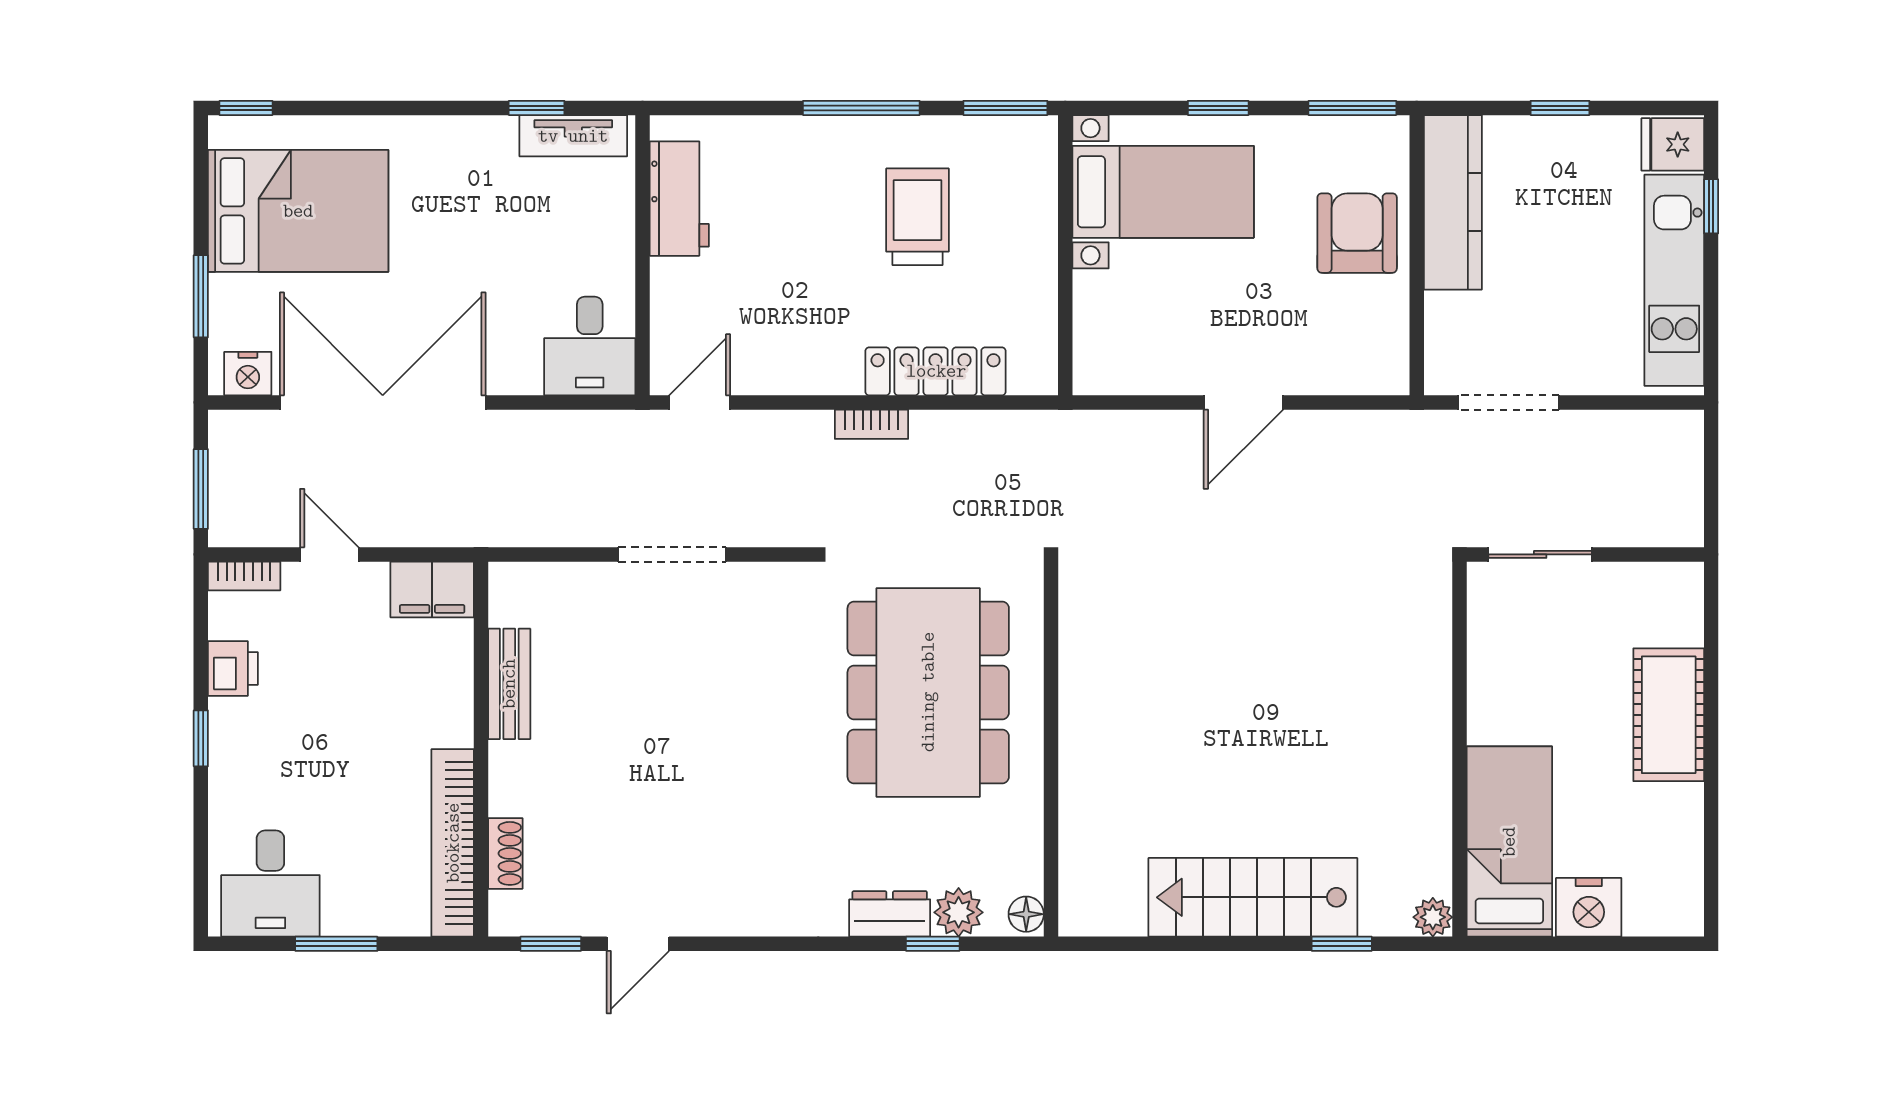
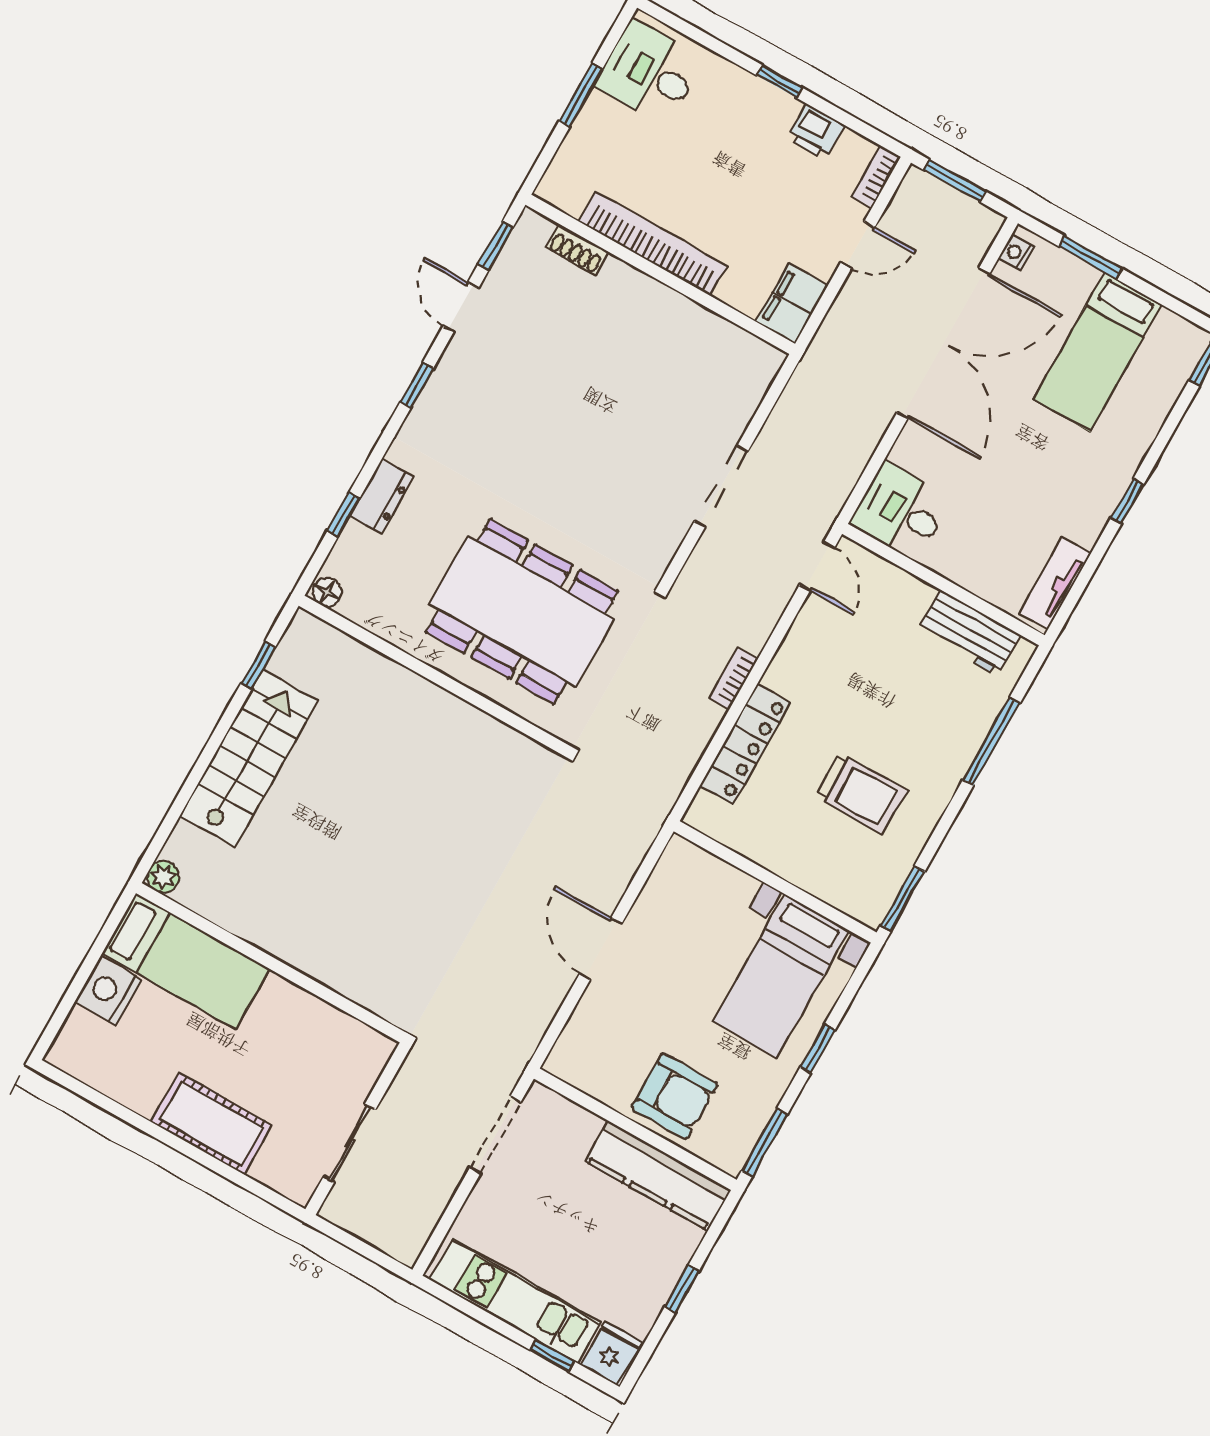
window: (537, 108) -> (1127, 501), moved
window: (861, 108) -> (991, 742), moved
bed: (298, 211) -> (1097, 352), width x0.67
nightstand: (248, 374) -> (1016, 253), width x0.72, depth x0.74
sliding door: (1540, 554) -> (350, 1143), moved
bench: (509, 684) -> (695, 320), removed
bookcase: (453, 843) -> (653, 244), moved
plant: (959, 912) -> (355, 545), removed
window: (749, 944) -> (417, 385), added
window: (1342, 944) -> (258, 665), moved

